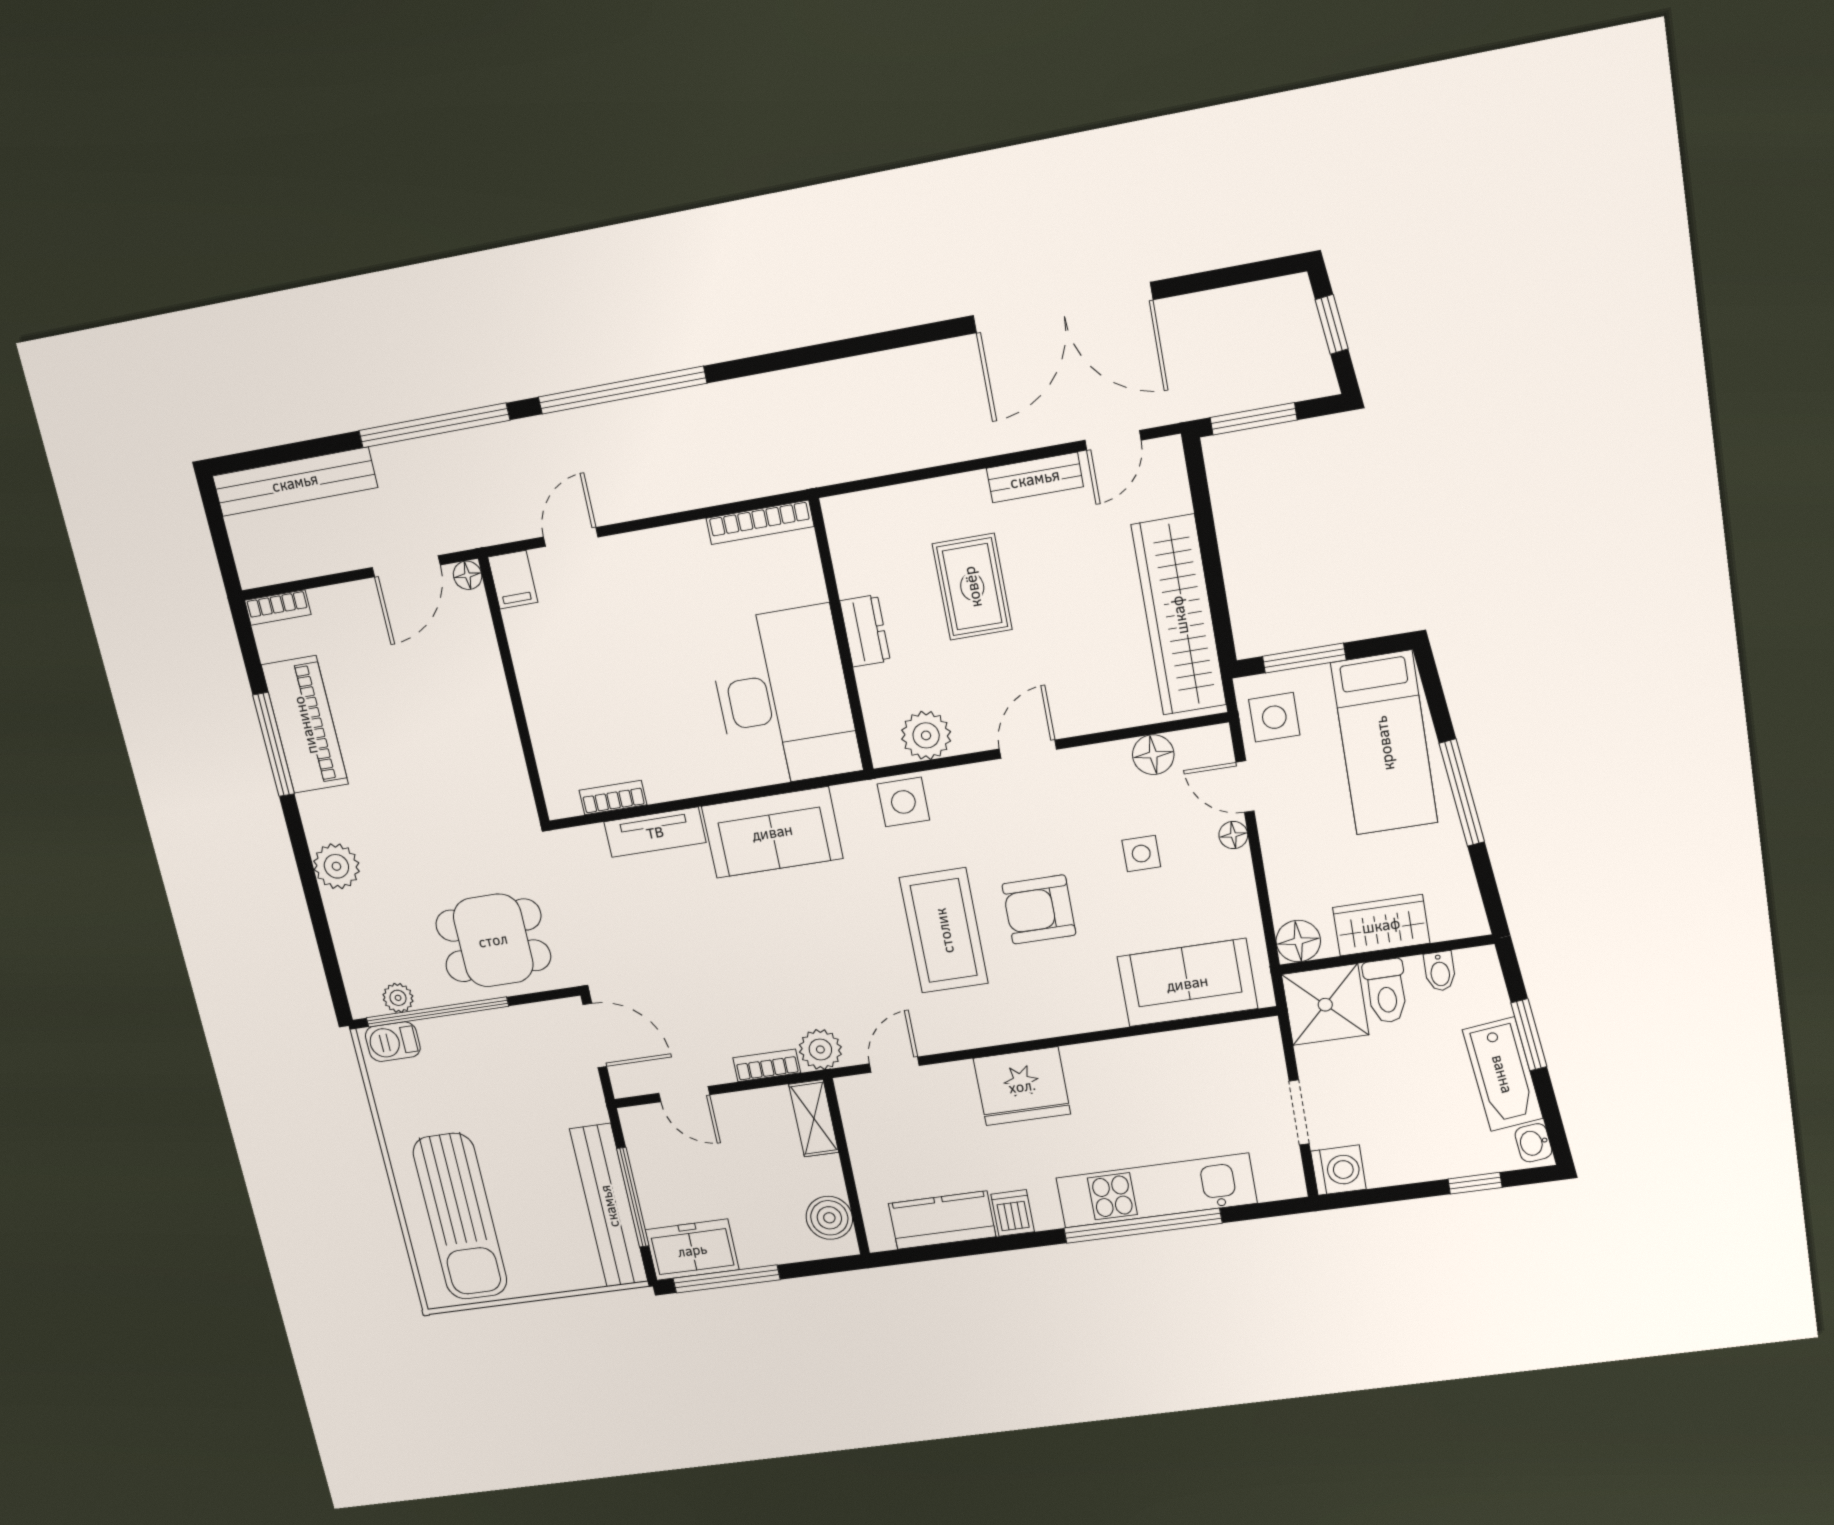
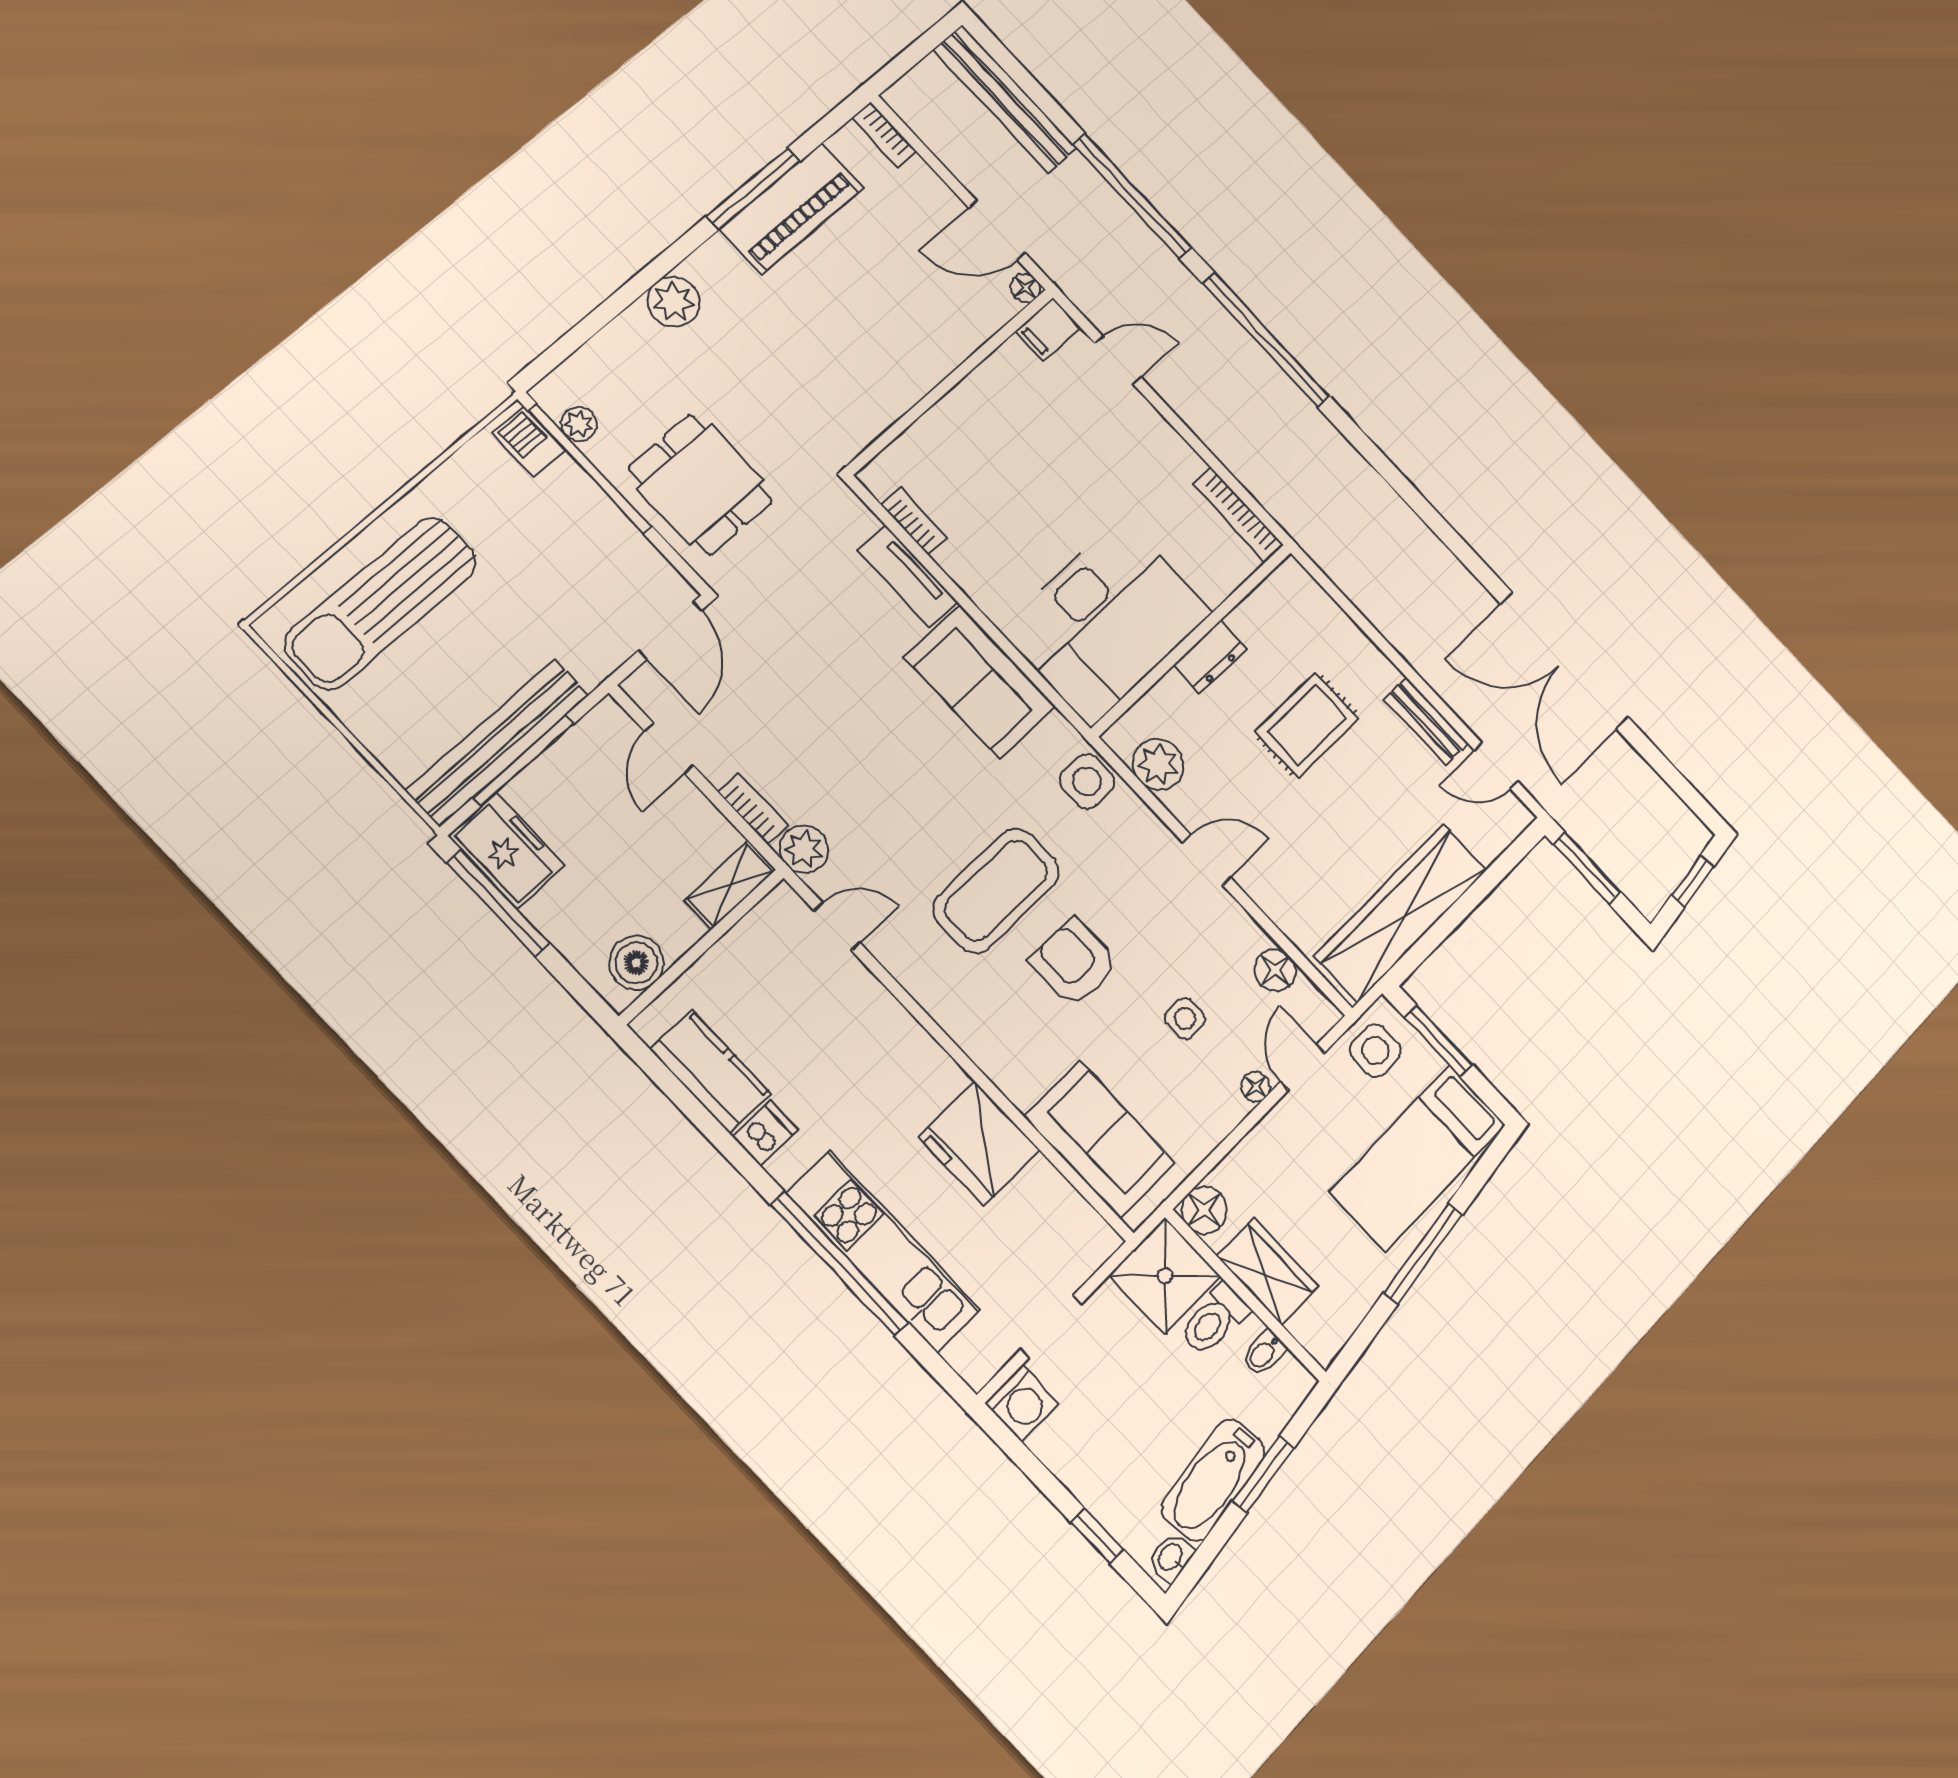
fridge: (1022, 1086) -> (979, 1143), moved

